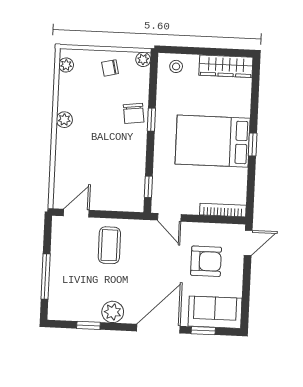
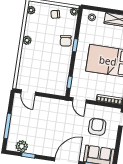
door: (76, 213) -> (28, 93), swing flipped
coffee table: (109, 245) -> (45, 112), removed
armchair: (206, 261) -> (97, 127), turned -90
plant: (113, 312) -> (22, 146), moved

